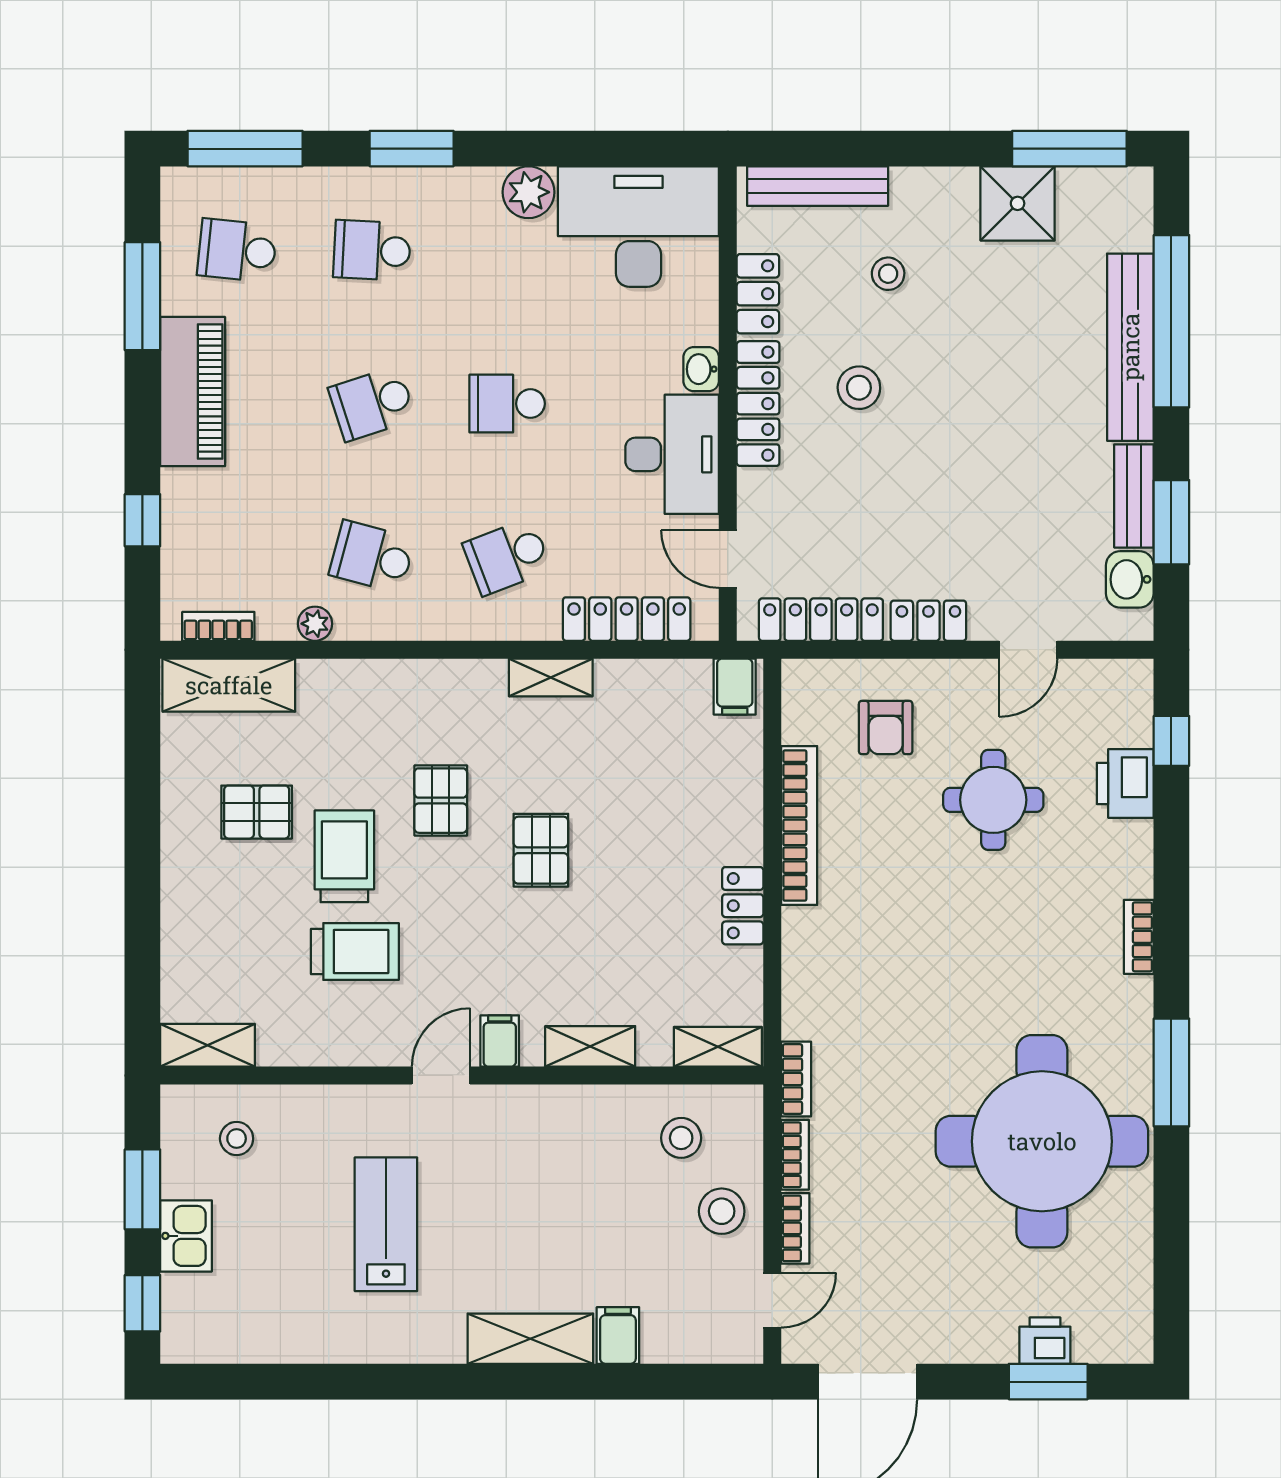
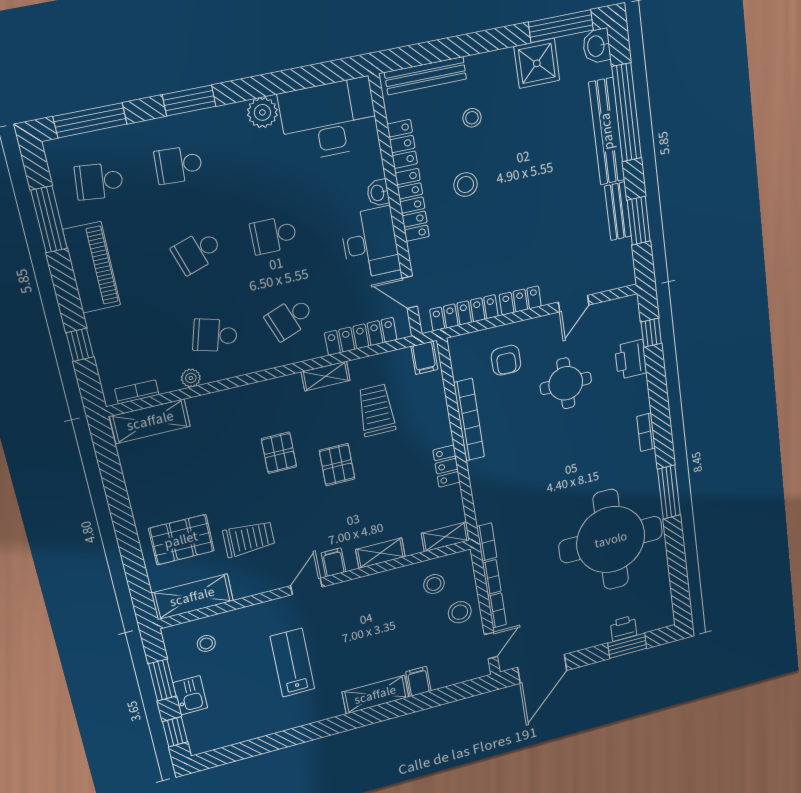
washbasin: (1130, 579) -> (597, 46), moved
pallet: (257, 812) -> (181, 540), moved, width x1.50, depth x1.42
trolley: (344, 856) -> (376, 410), moved
shelving: (208, 1045) -> (192, 597), width x1.50, depth x1.33

